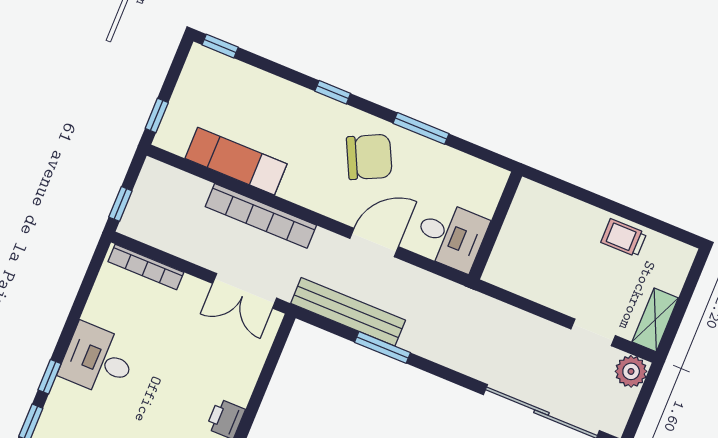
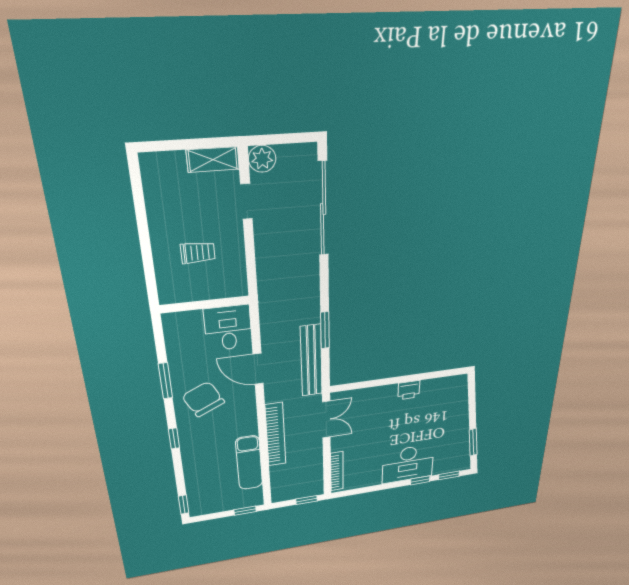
trolley: (624, 238) -> (198, 253), moved, turned -90
desk: (98, 360) -> (408, 464), width x1.37

